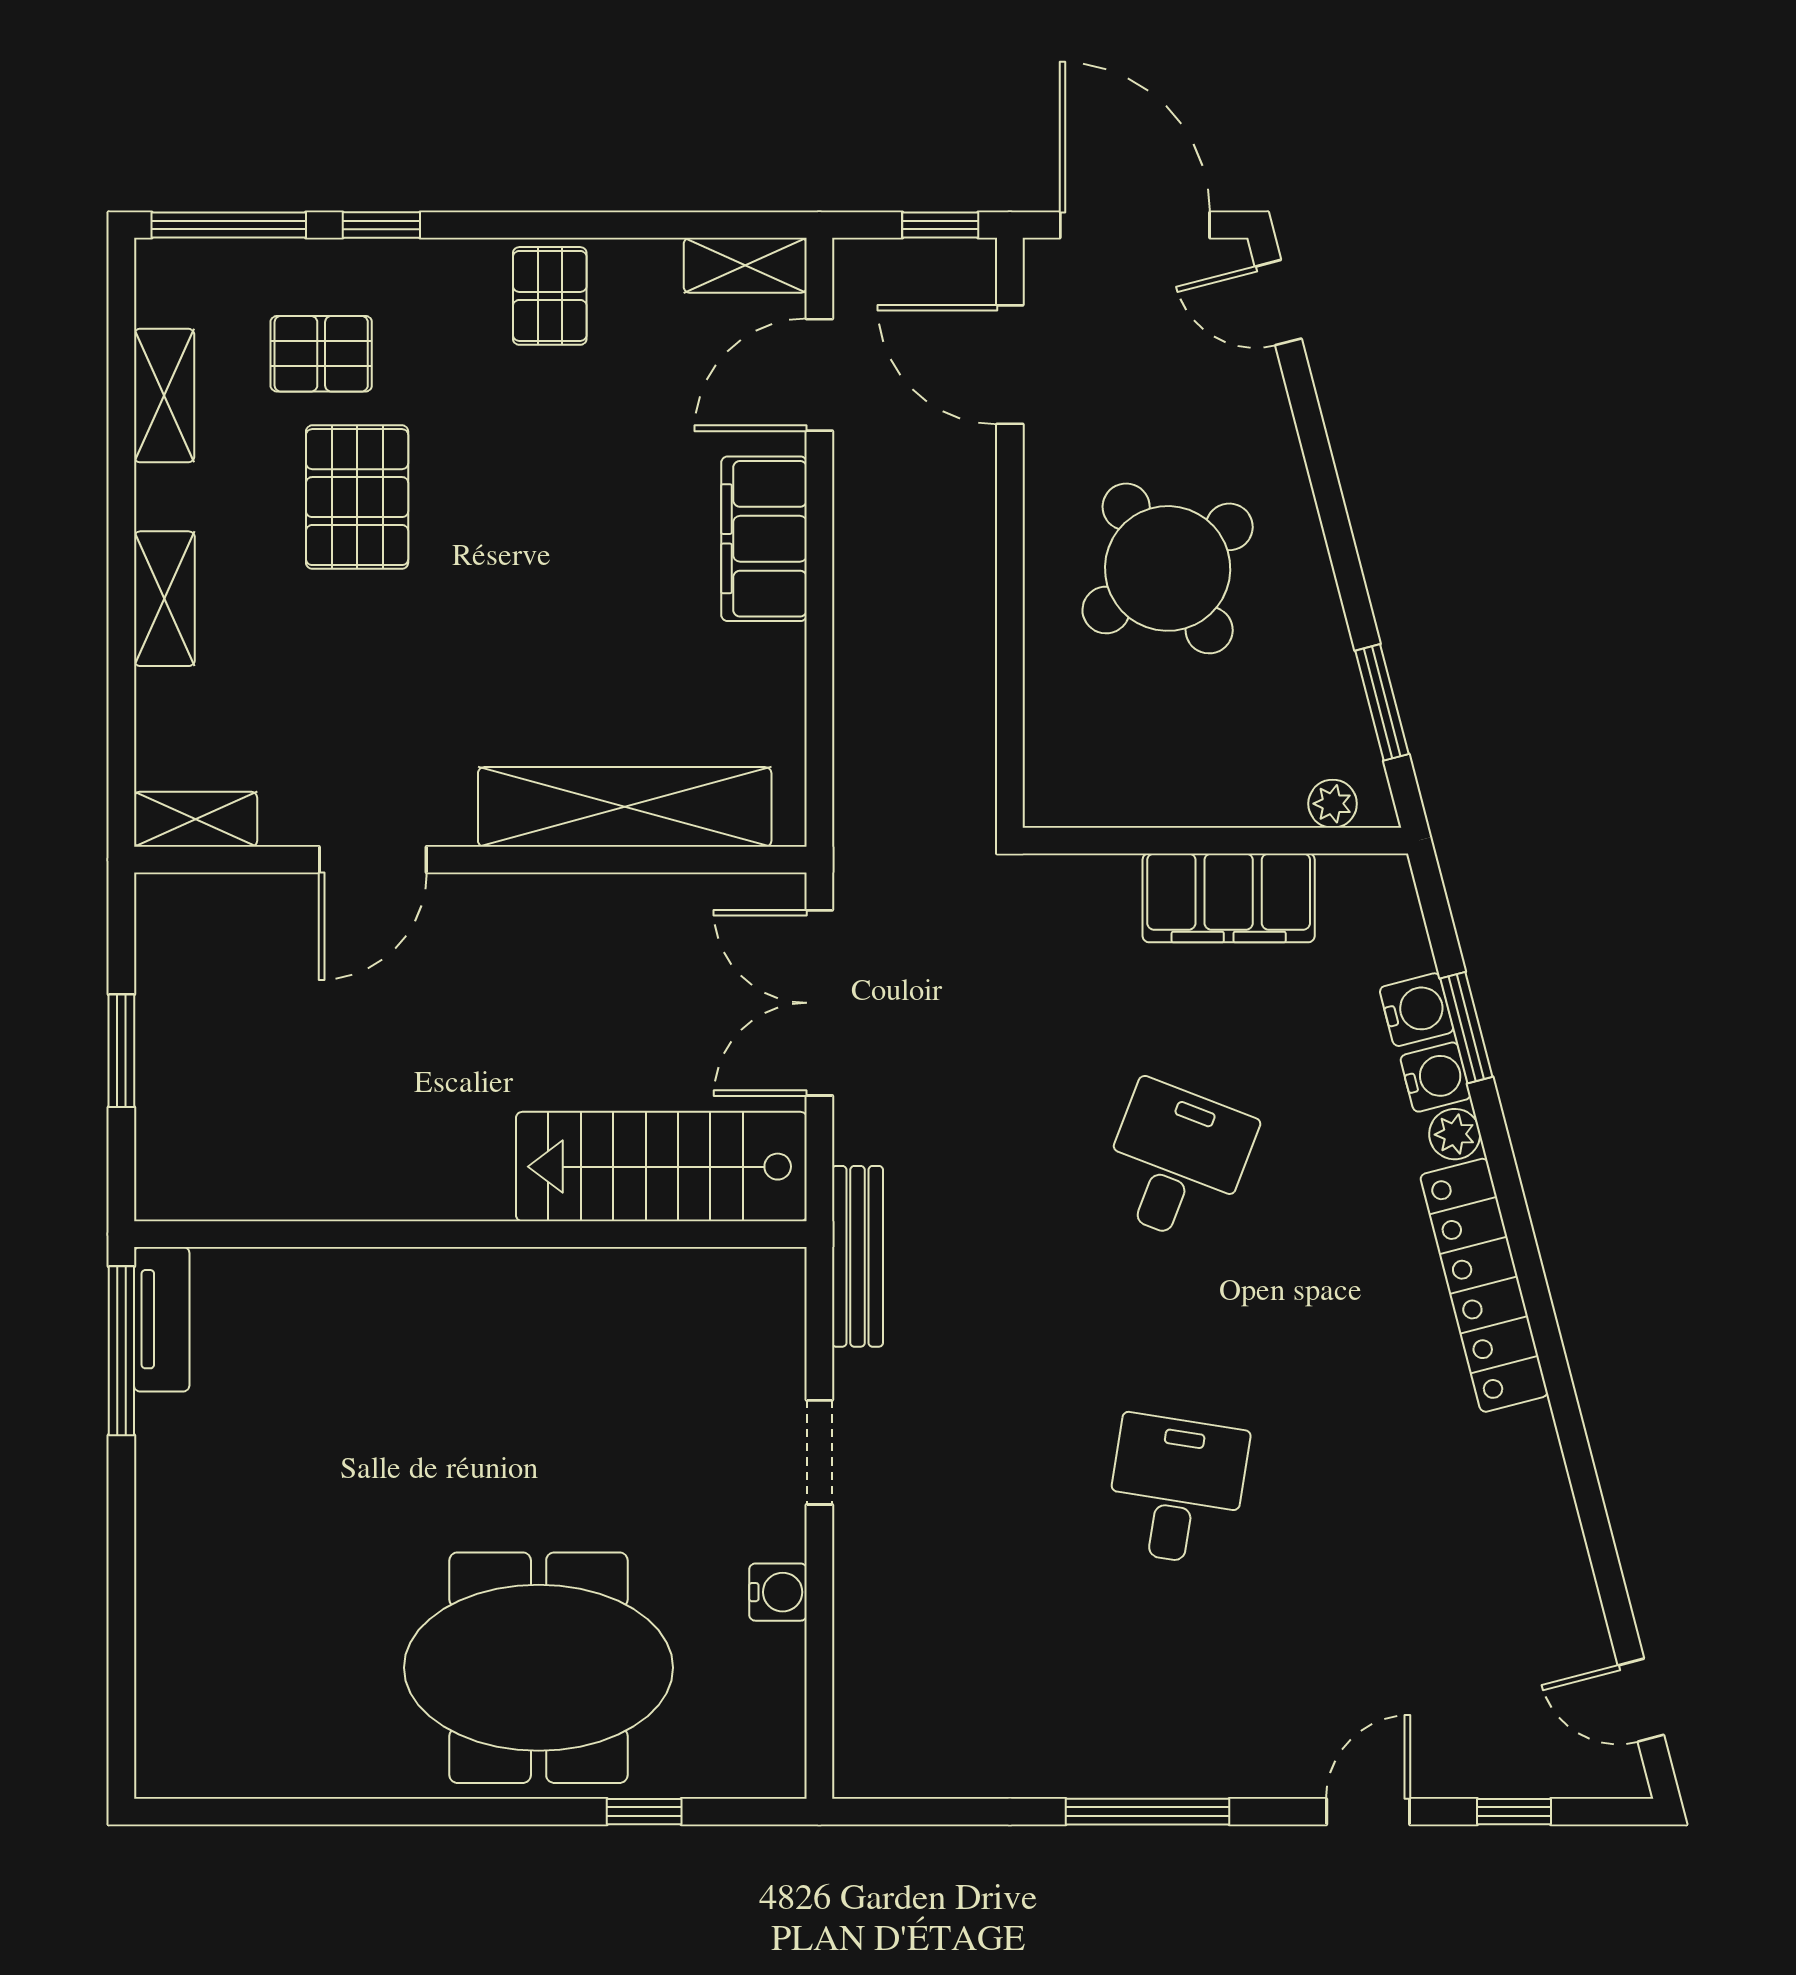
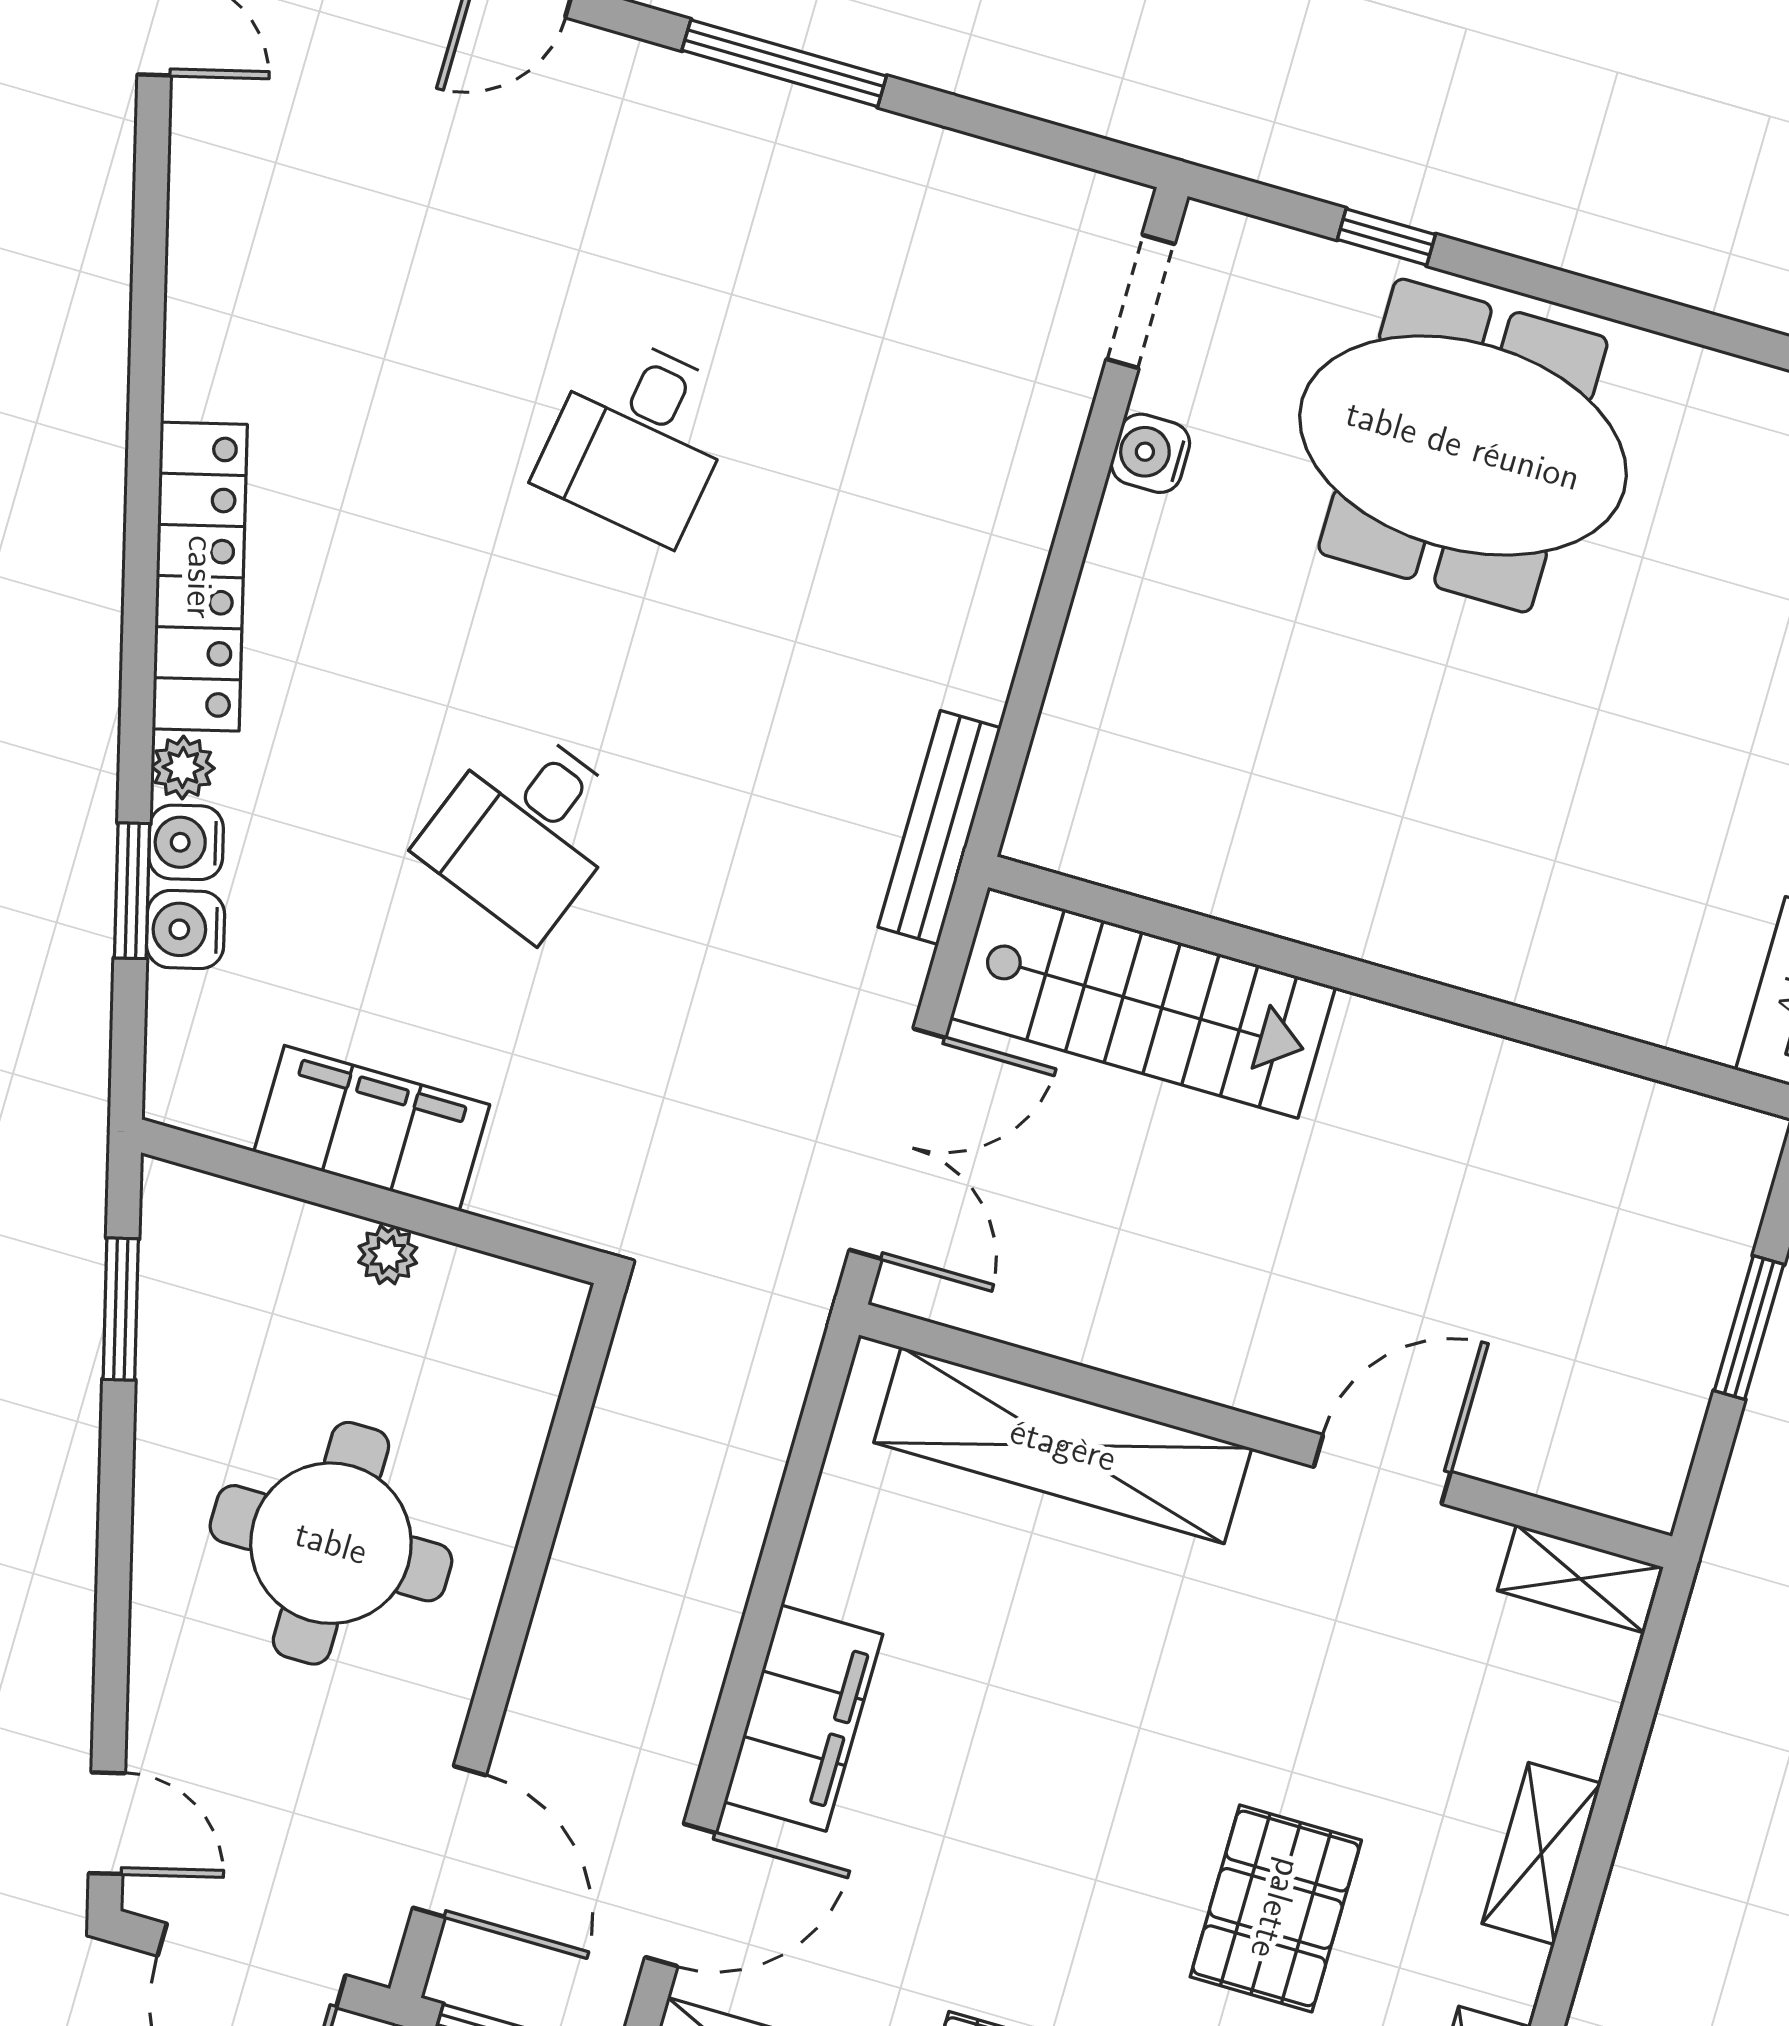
round table: (1168, 568) -> (331, 1543), turned 34
plant: (1333, 804) -> (388, 1255), moved
doorway: (819, 1452) -> (1141, 302), moved

